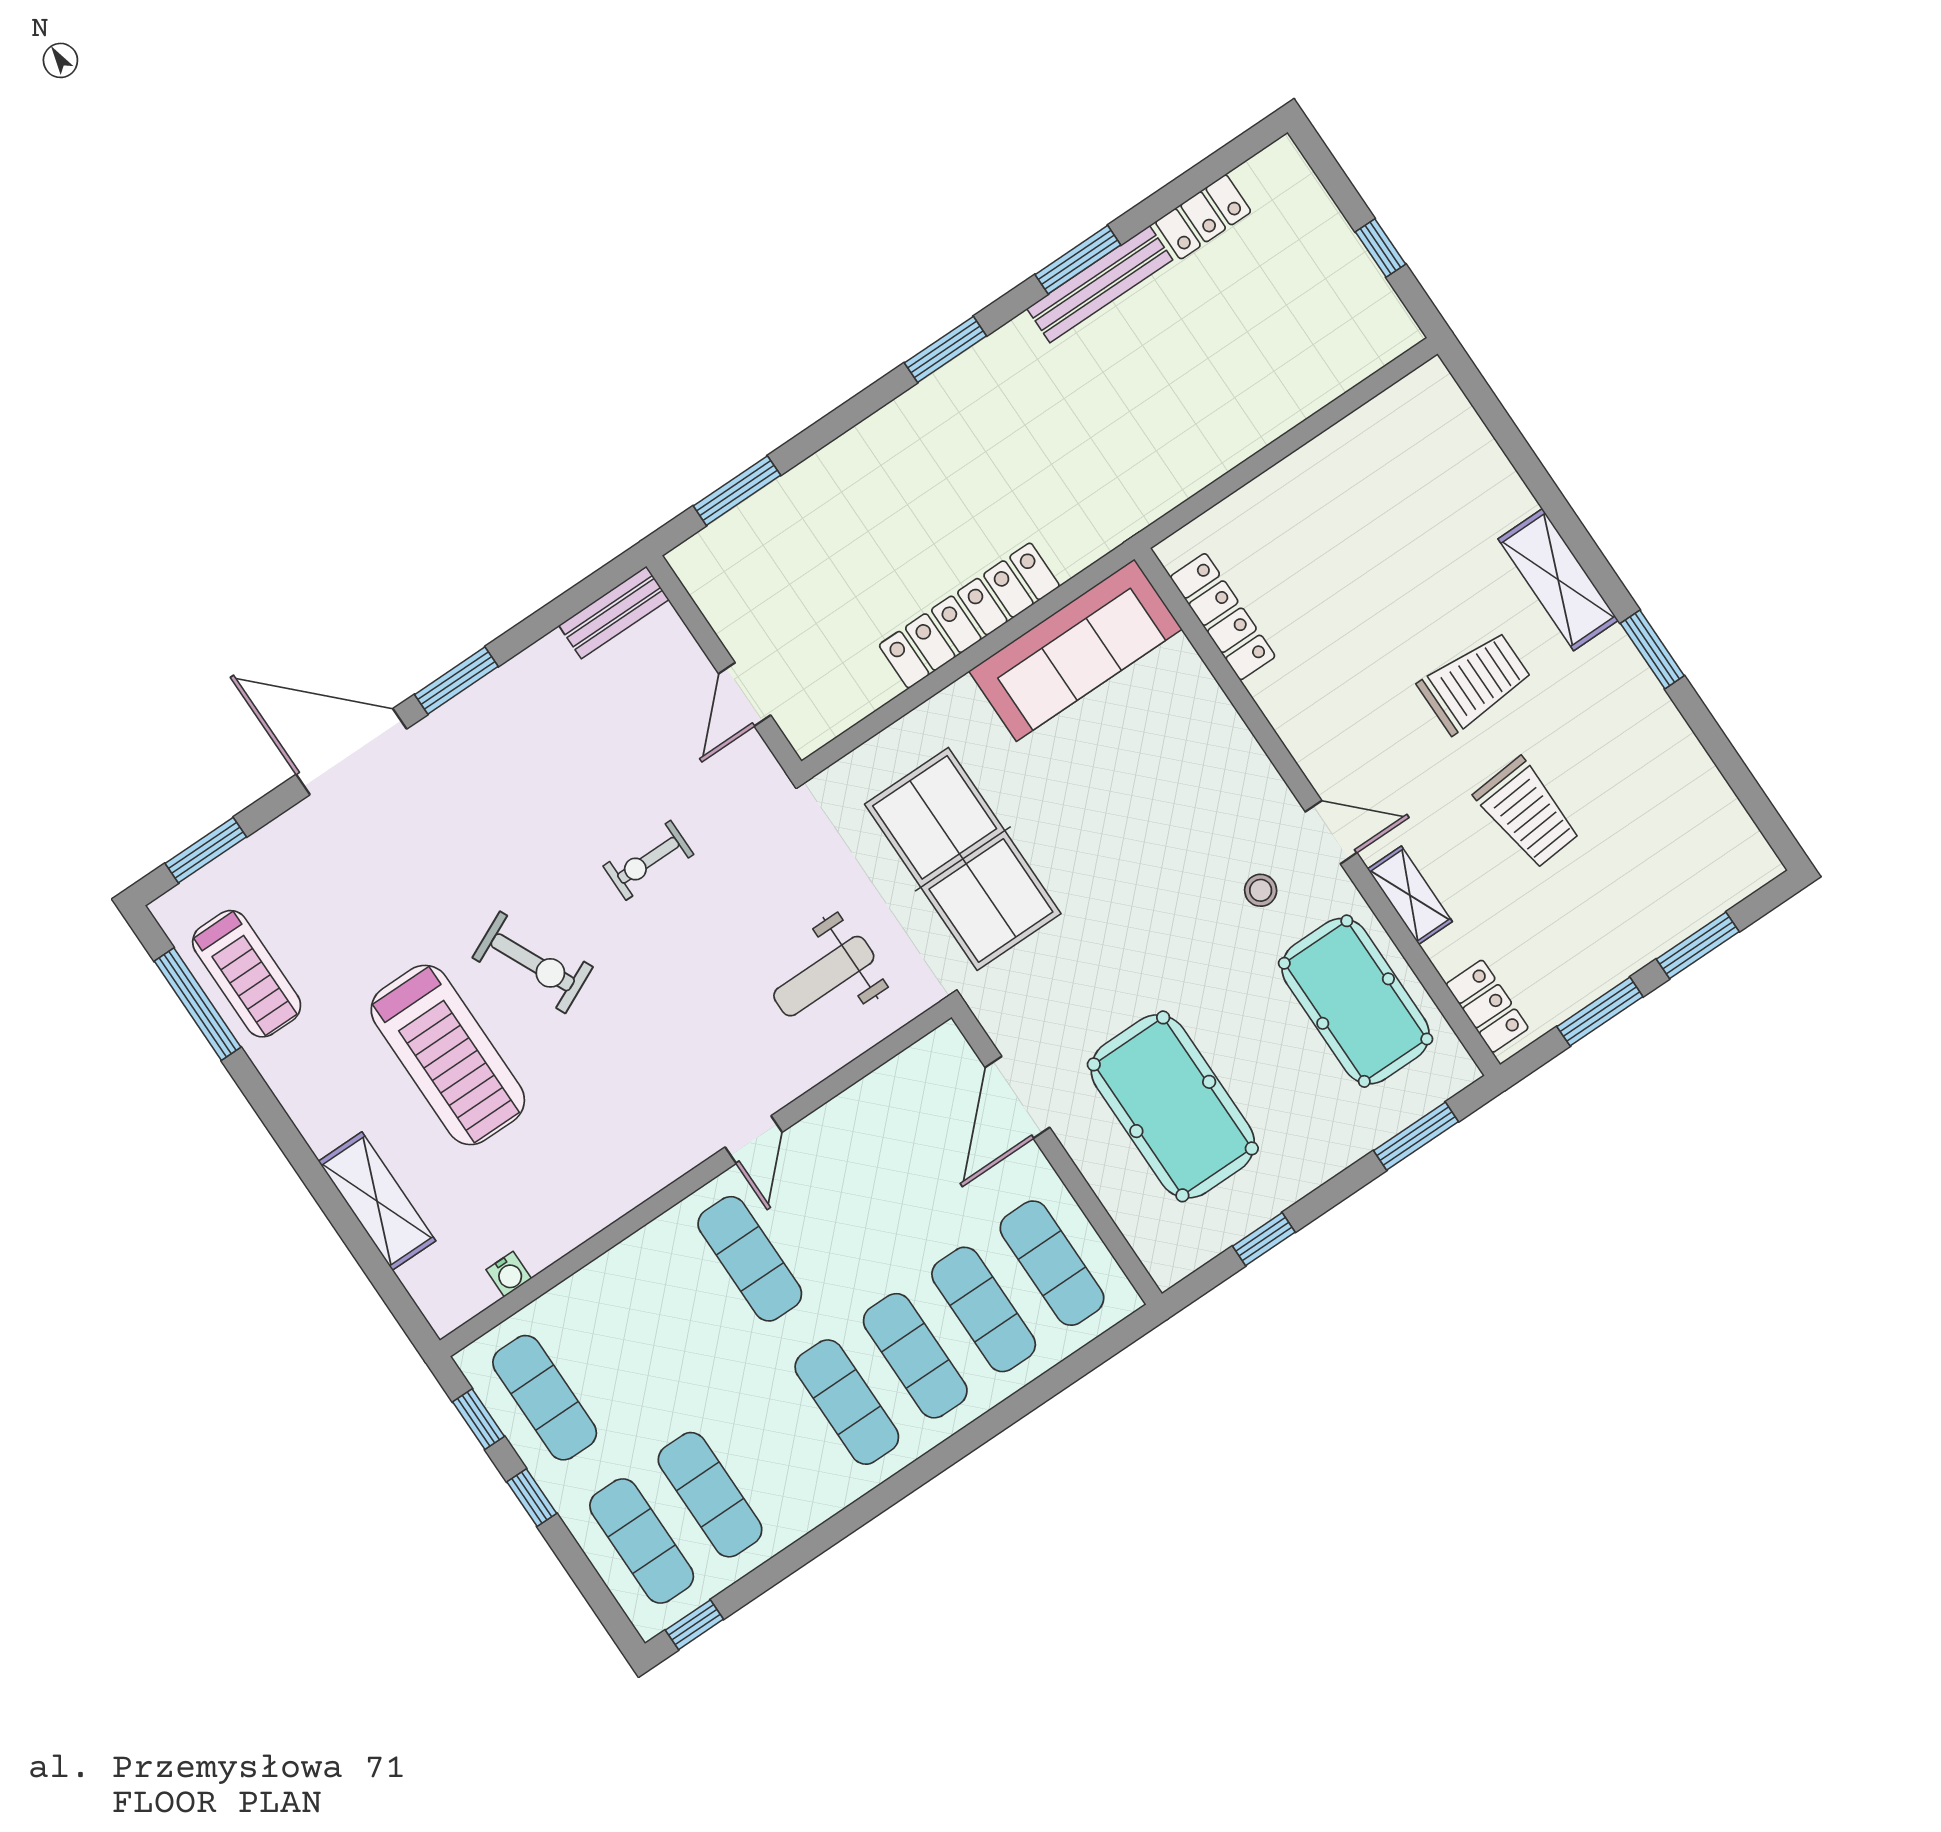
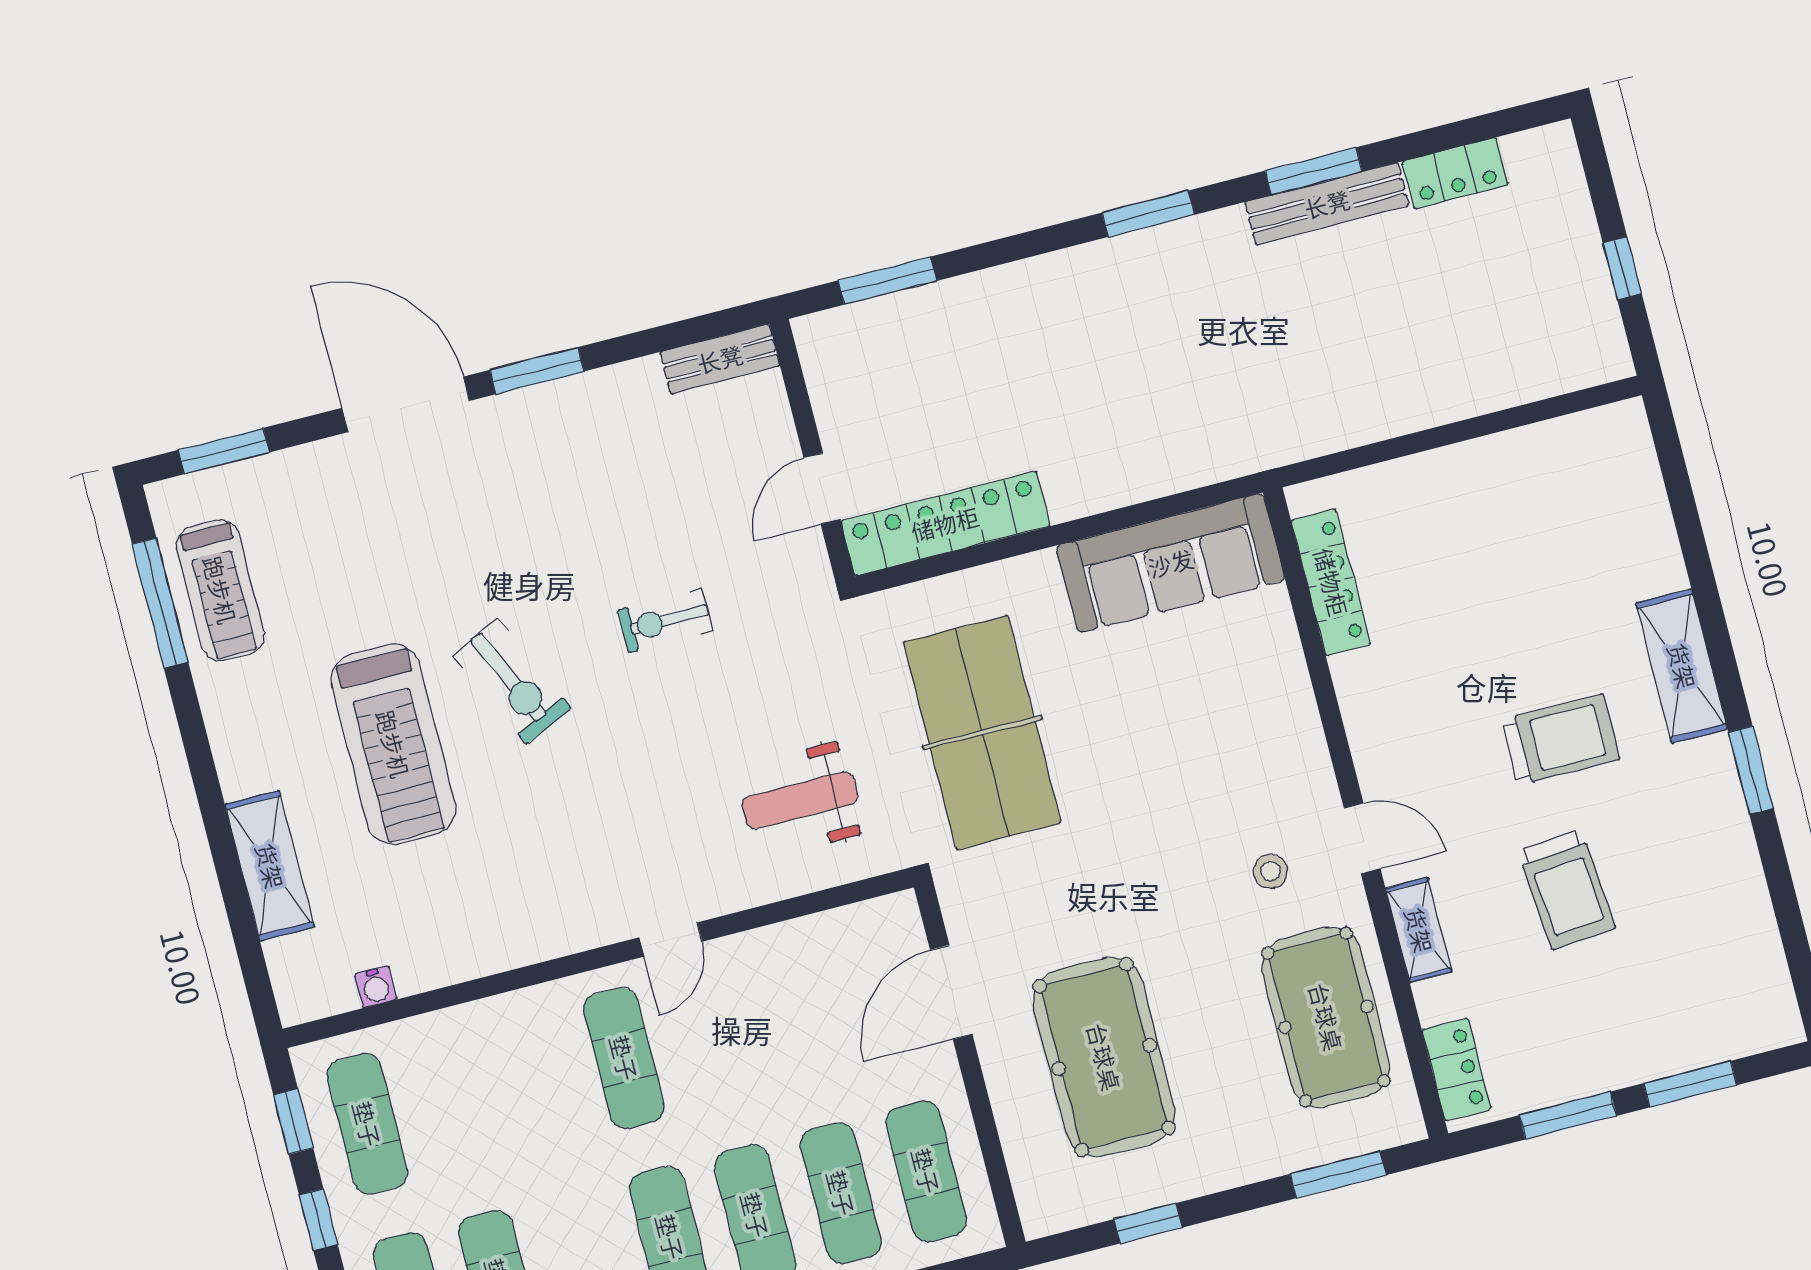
locker: (969, 616) -> (945, 524), moved

